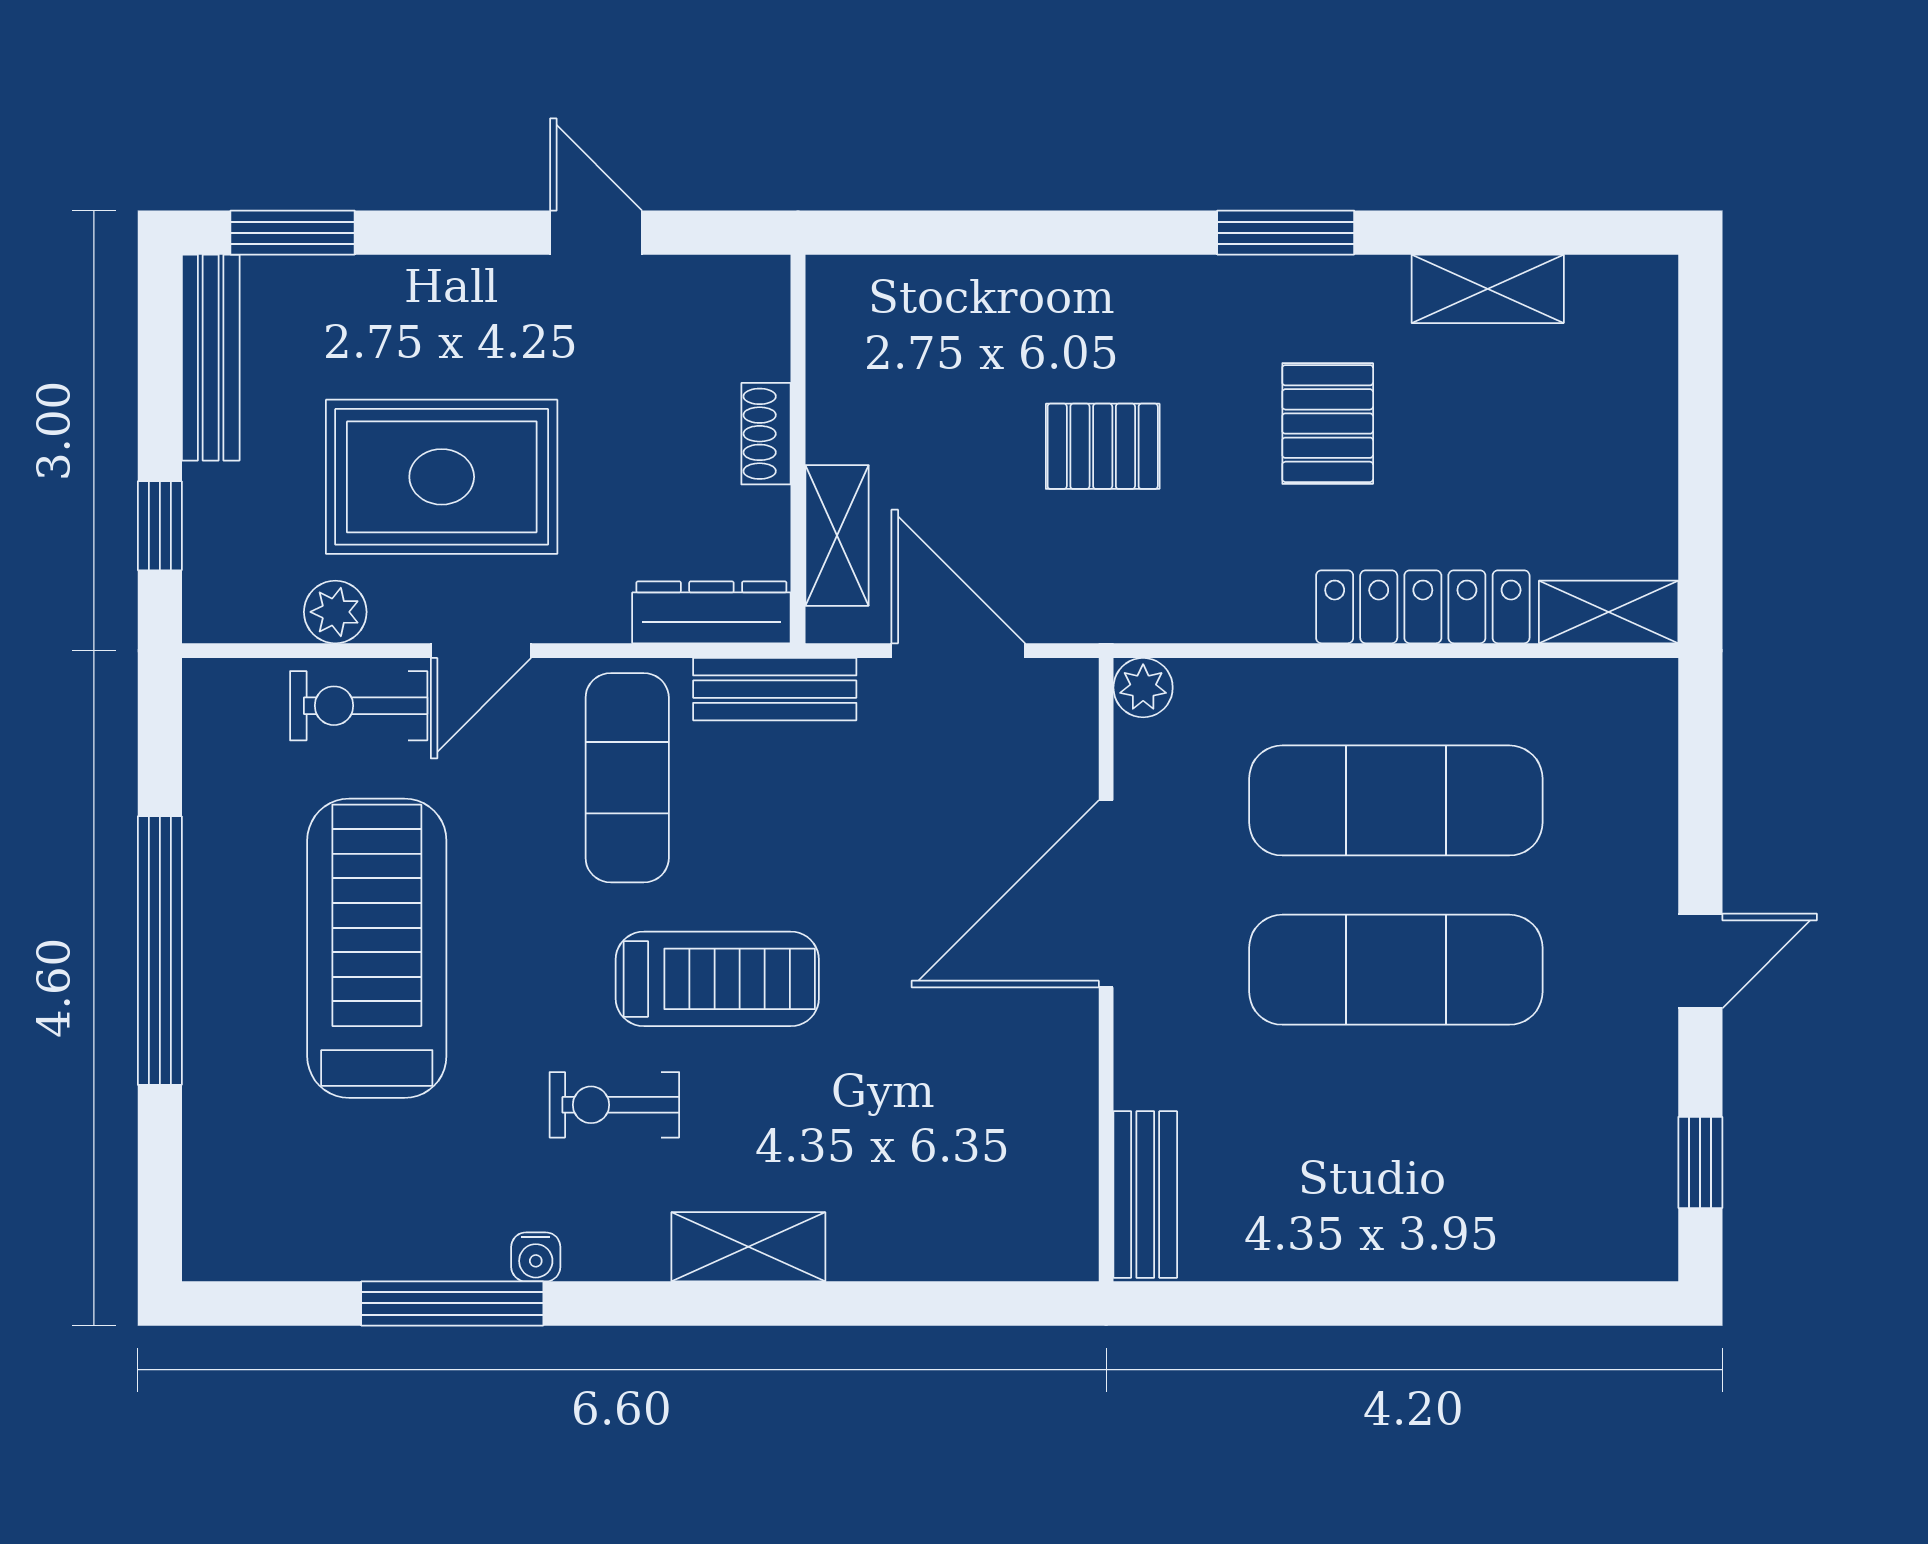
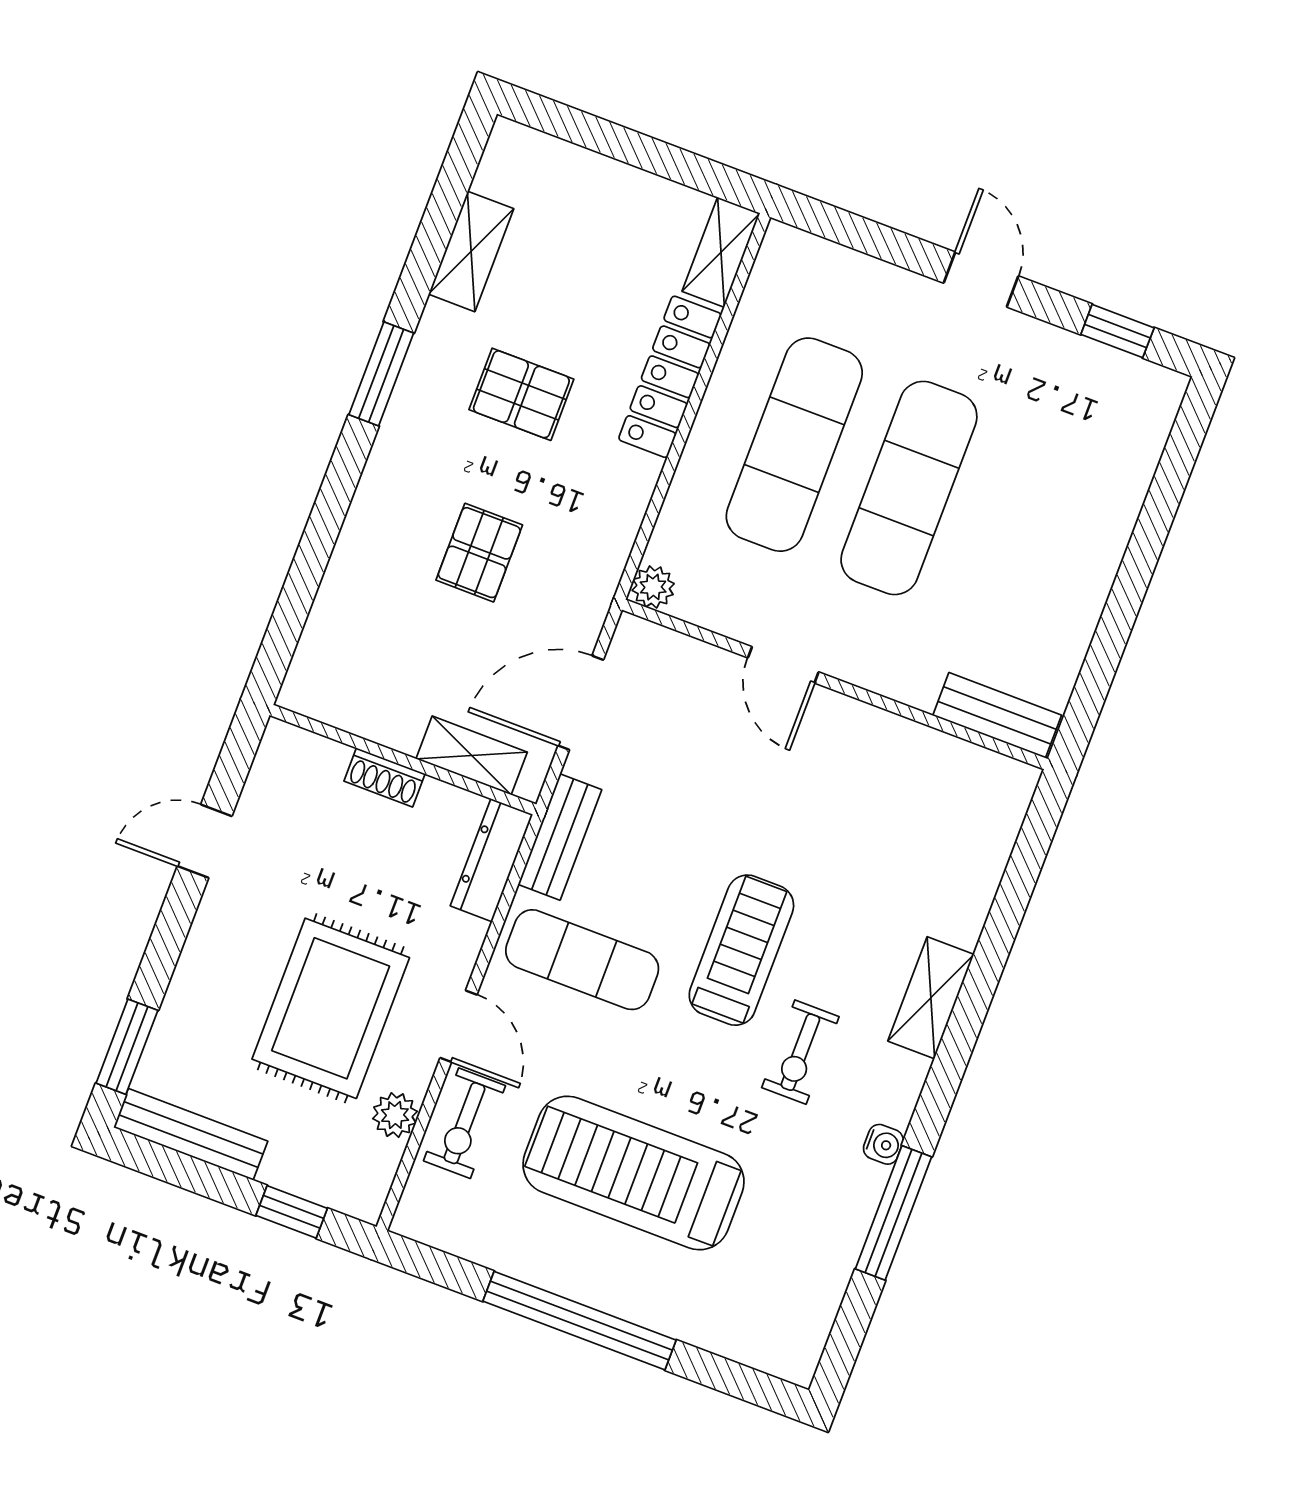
door: (1106, 894) -> (783, 665), width x0.53

